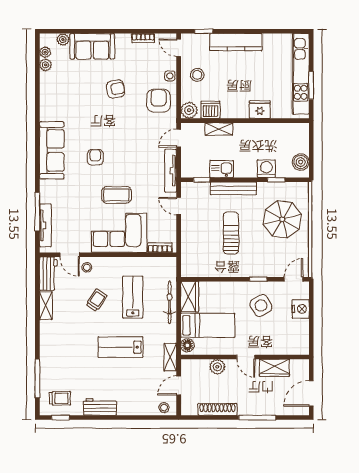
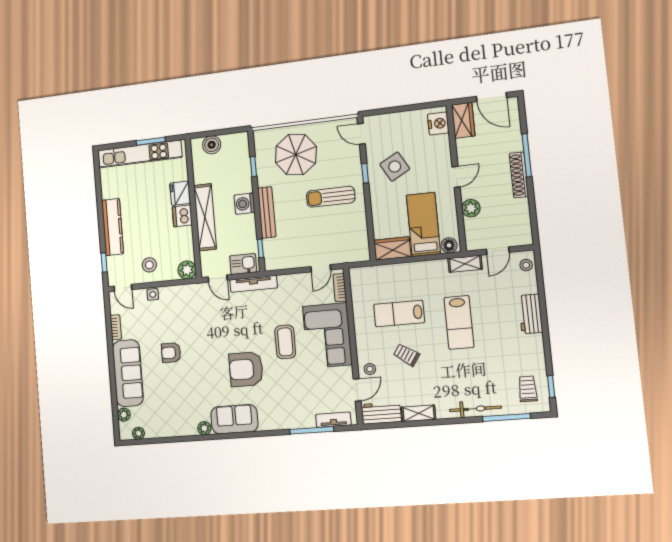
sofa: (92, 46) -> (128, 373), width x1.36
door: (179, 48) -> (123, 288), hinge flipped
plant: (46, 65) -> (204, 428), moved
armchair: (116, 89) -> (171, 353), turned -81
armchair: (159, 101) -> (180, 304), removed
dishwasher: (210, 110) -> (182, 216), moved
shelving: (219, 129) -> (205, 217), width x2.20, depth x1.33
sofa: (52, 150) -> (234, 419), width x0.73
armchair: (95, 157) -> (246, 369), width x1.88, depth x1.88
boiler: (301, 162) -> (212, 145), moved
kitchen sink: (222, 169) -> (243, 264), moved, turned 90
washing machine: (266, 169) -> (244, 204), moved
door: (179, 206) -> (321, 268), moved
tv unit: (45, 225) -> (333, 420), width x0.71
sun lounger: (231, 233) -> (331, 197), moved
bicycle: (170, 302) -> (475, 409), moved, turned 180
nightstand: (301, 309) -> (438, 123), moved, turned 90
wardrobe: (274, 368) -> (463, 120), moved
door: (179, 386) -> (498, 251), hinge flipped
workbench: (100, 407) -> (530, 314), moved
shoe rack: (217, 409) -> (519, 175), moved

